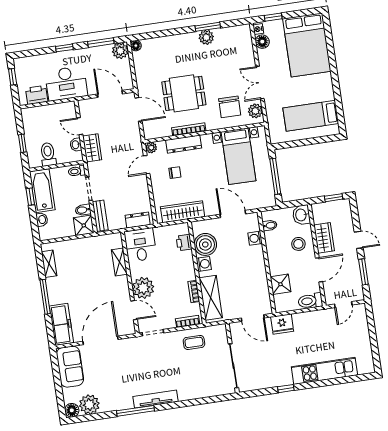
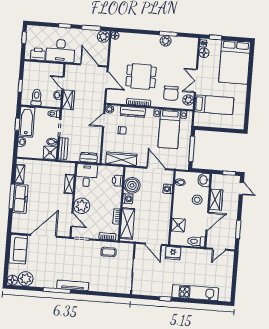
bed: (311, 116) -> (214, 105), moved, turned 180
door: (359, 240) -> (241, 188), moved
freezer: (61, 324) -> (20, 199), moved

